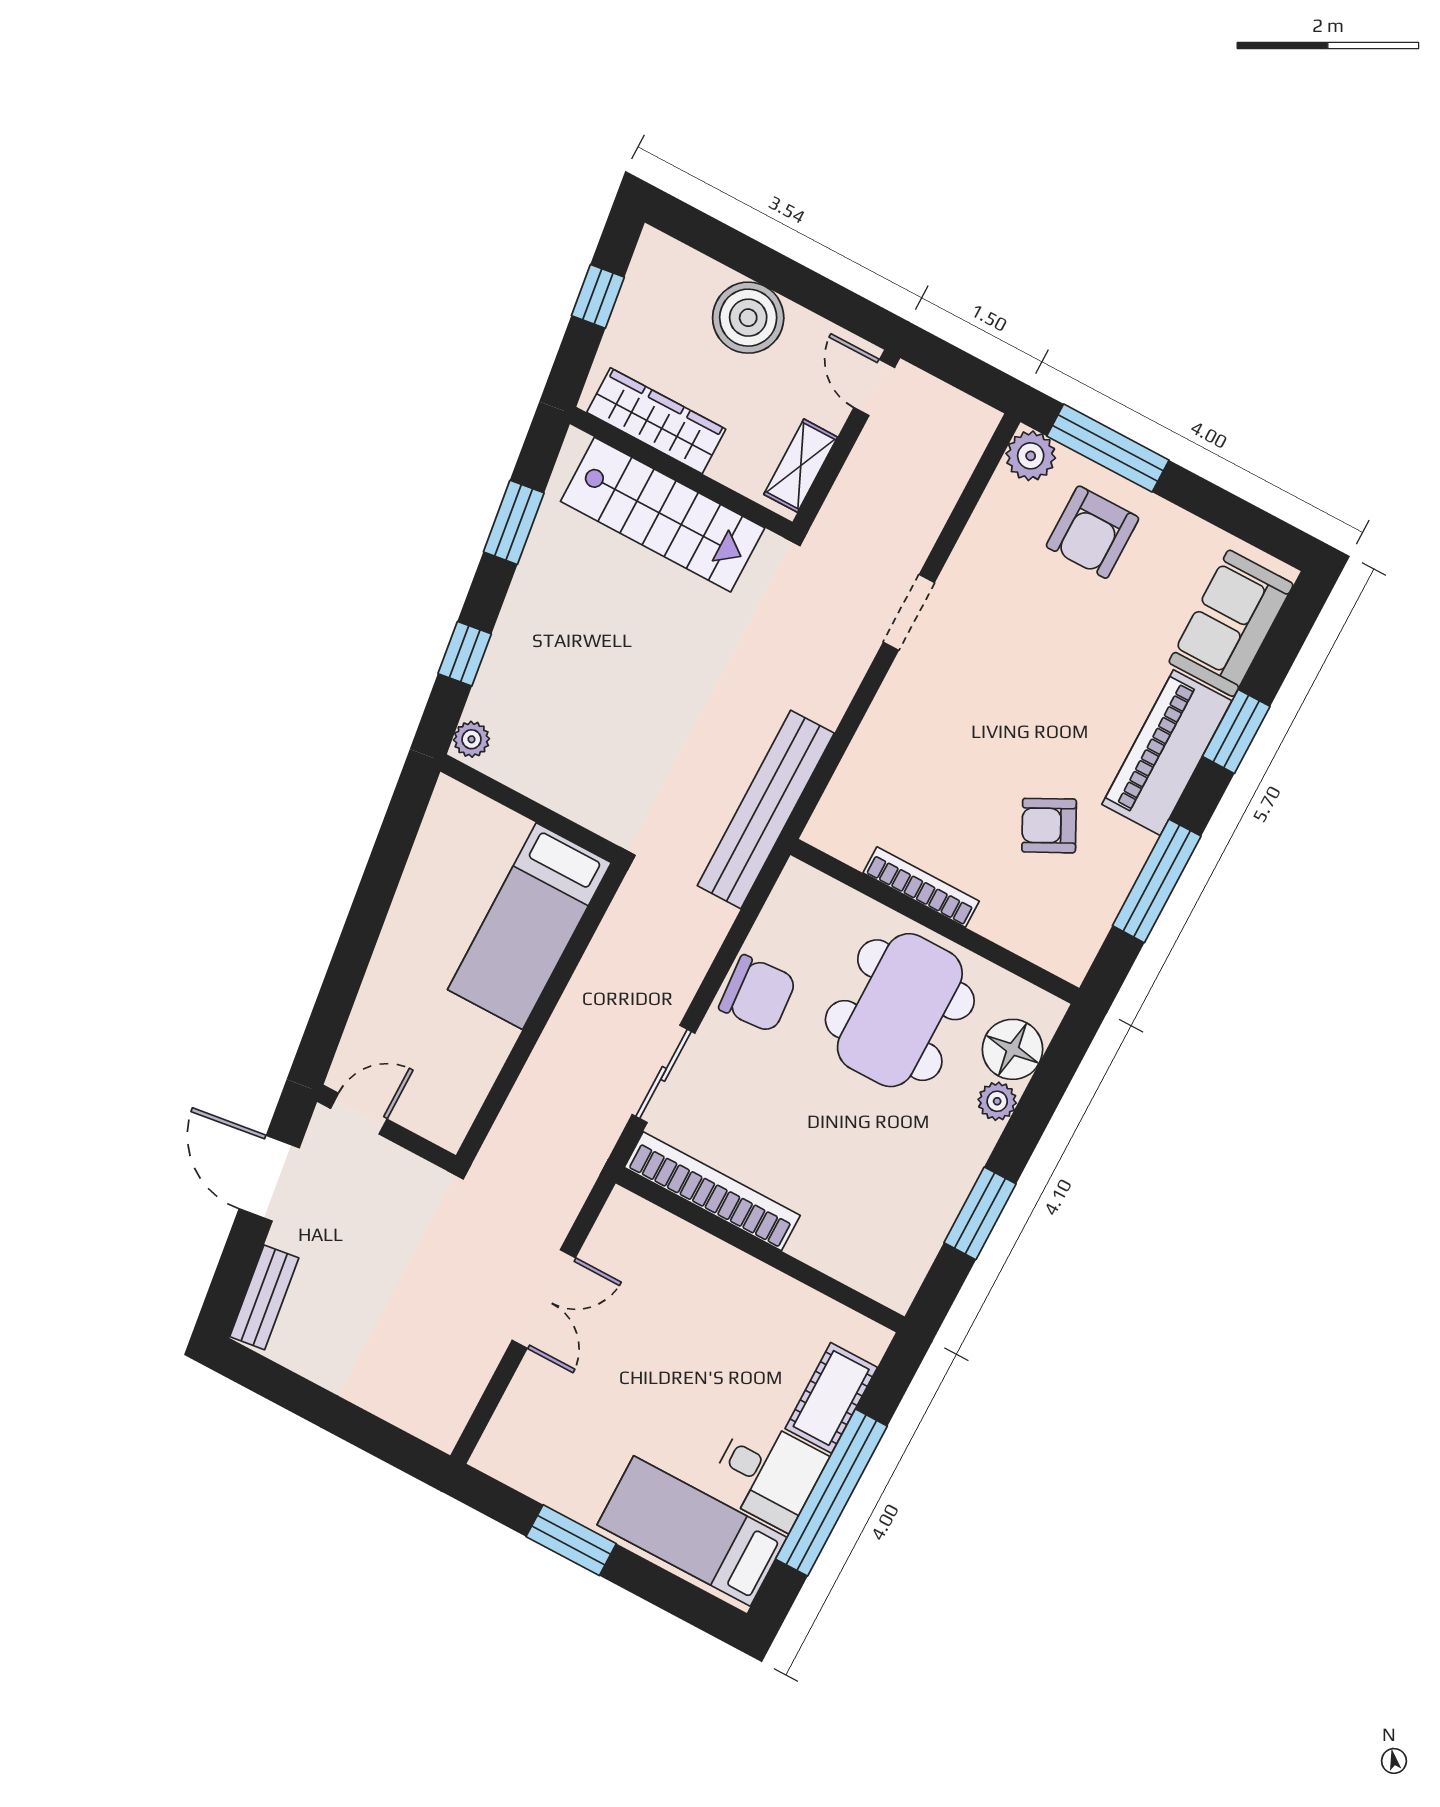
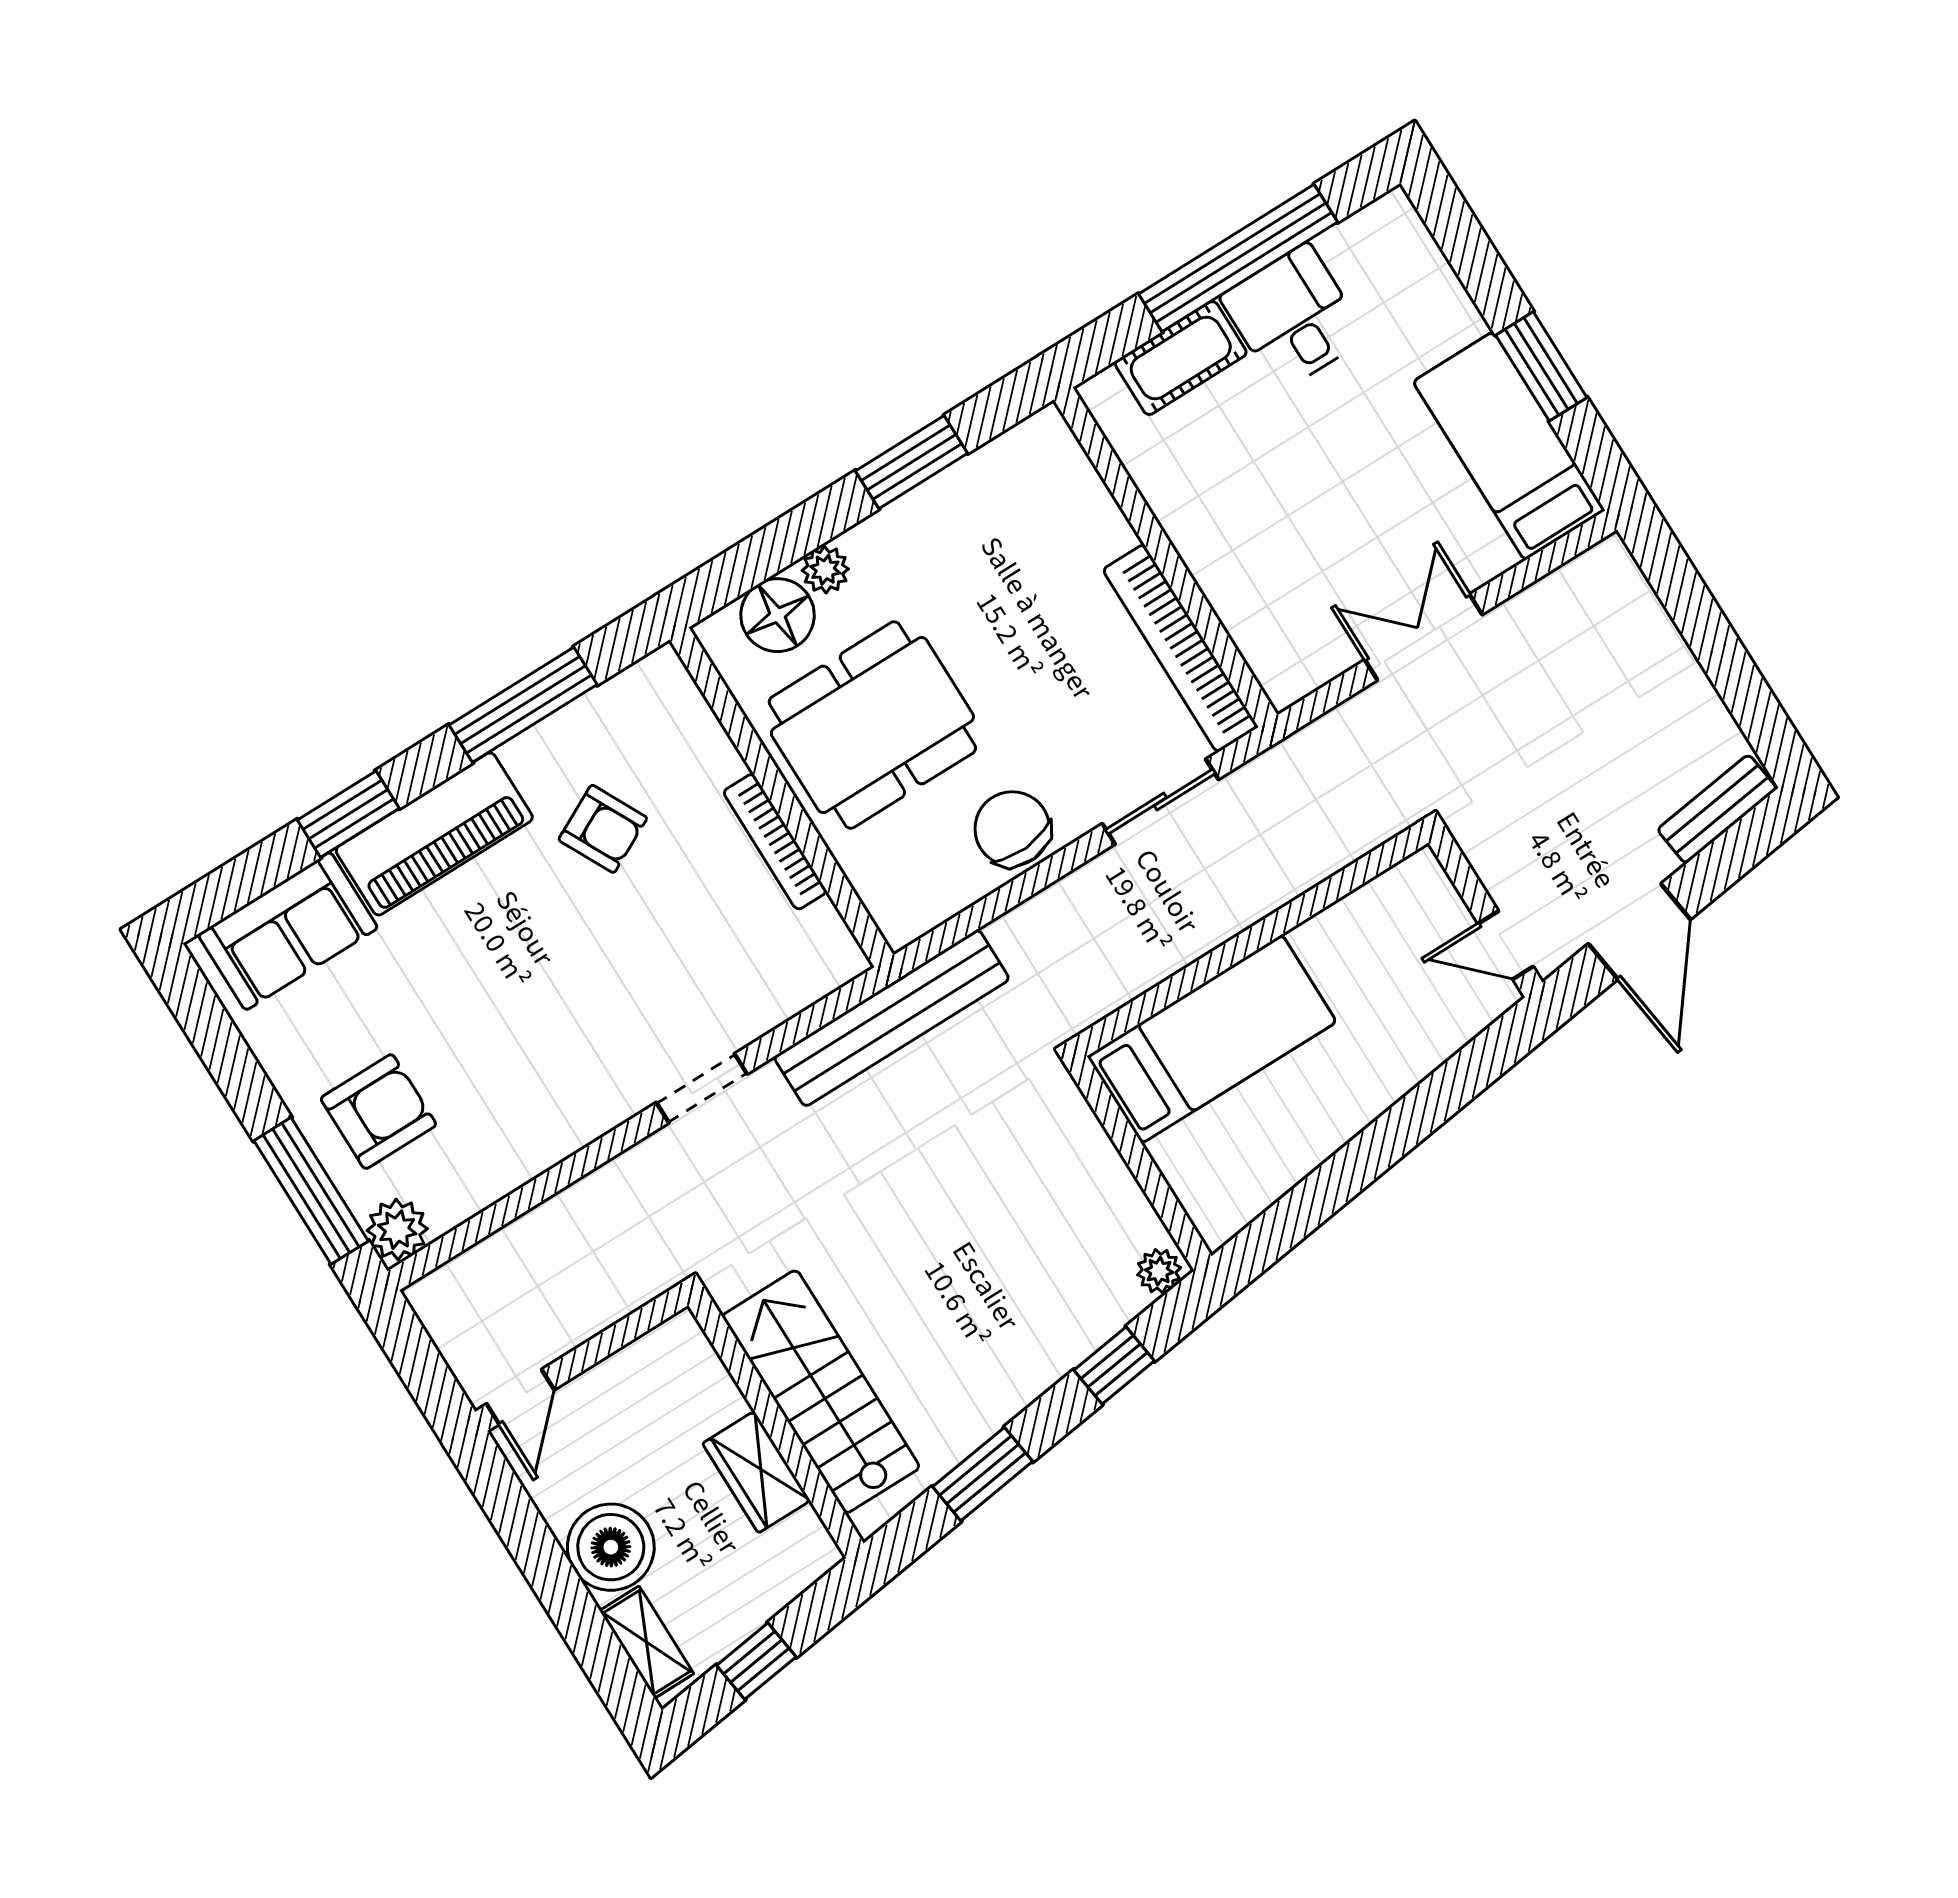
wardrobe: (656, 421) -> (757, 1472), width x0.67
shelving: (801, 466) -> (647, 1642), moved, turned 90
doorway: (909, 612) -> (702, 1088), moved
bed: (692, 1531) -> (1509, 446), moved, turned 180

